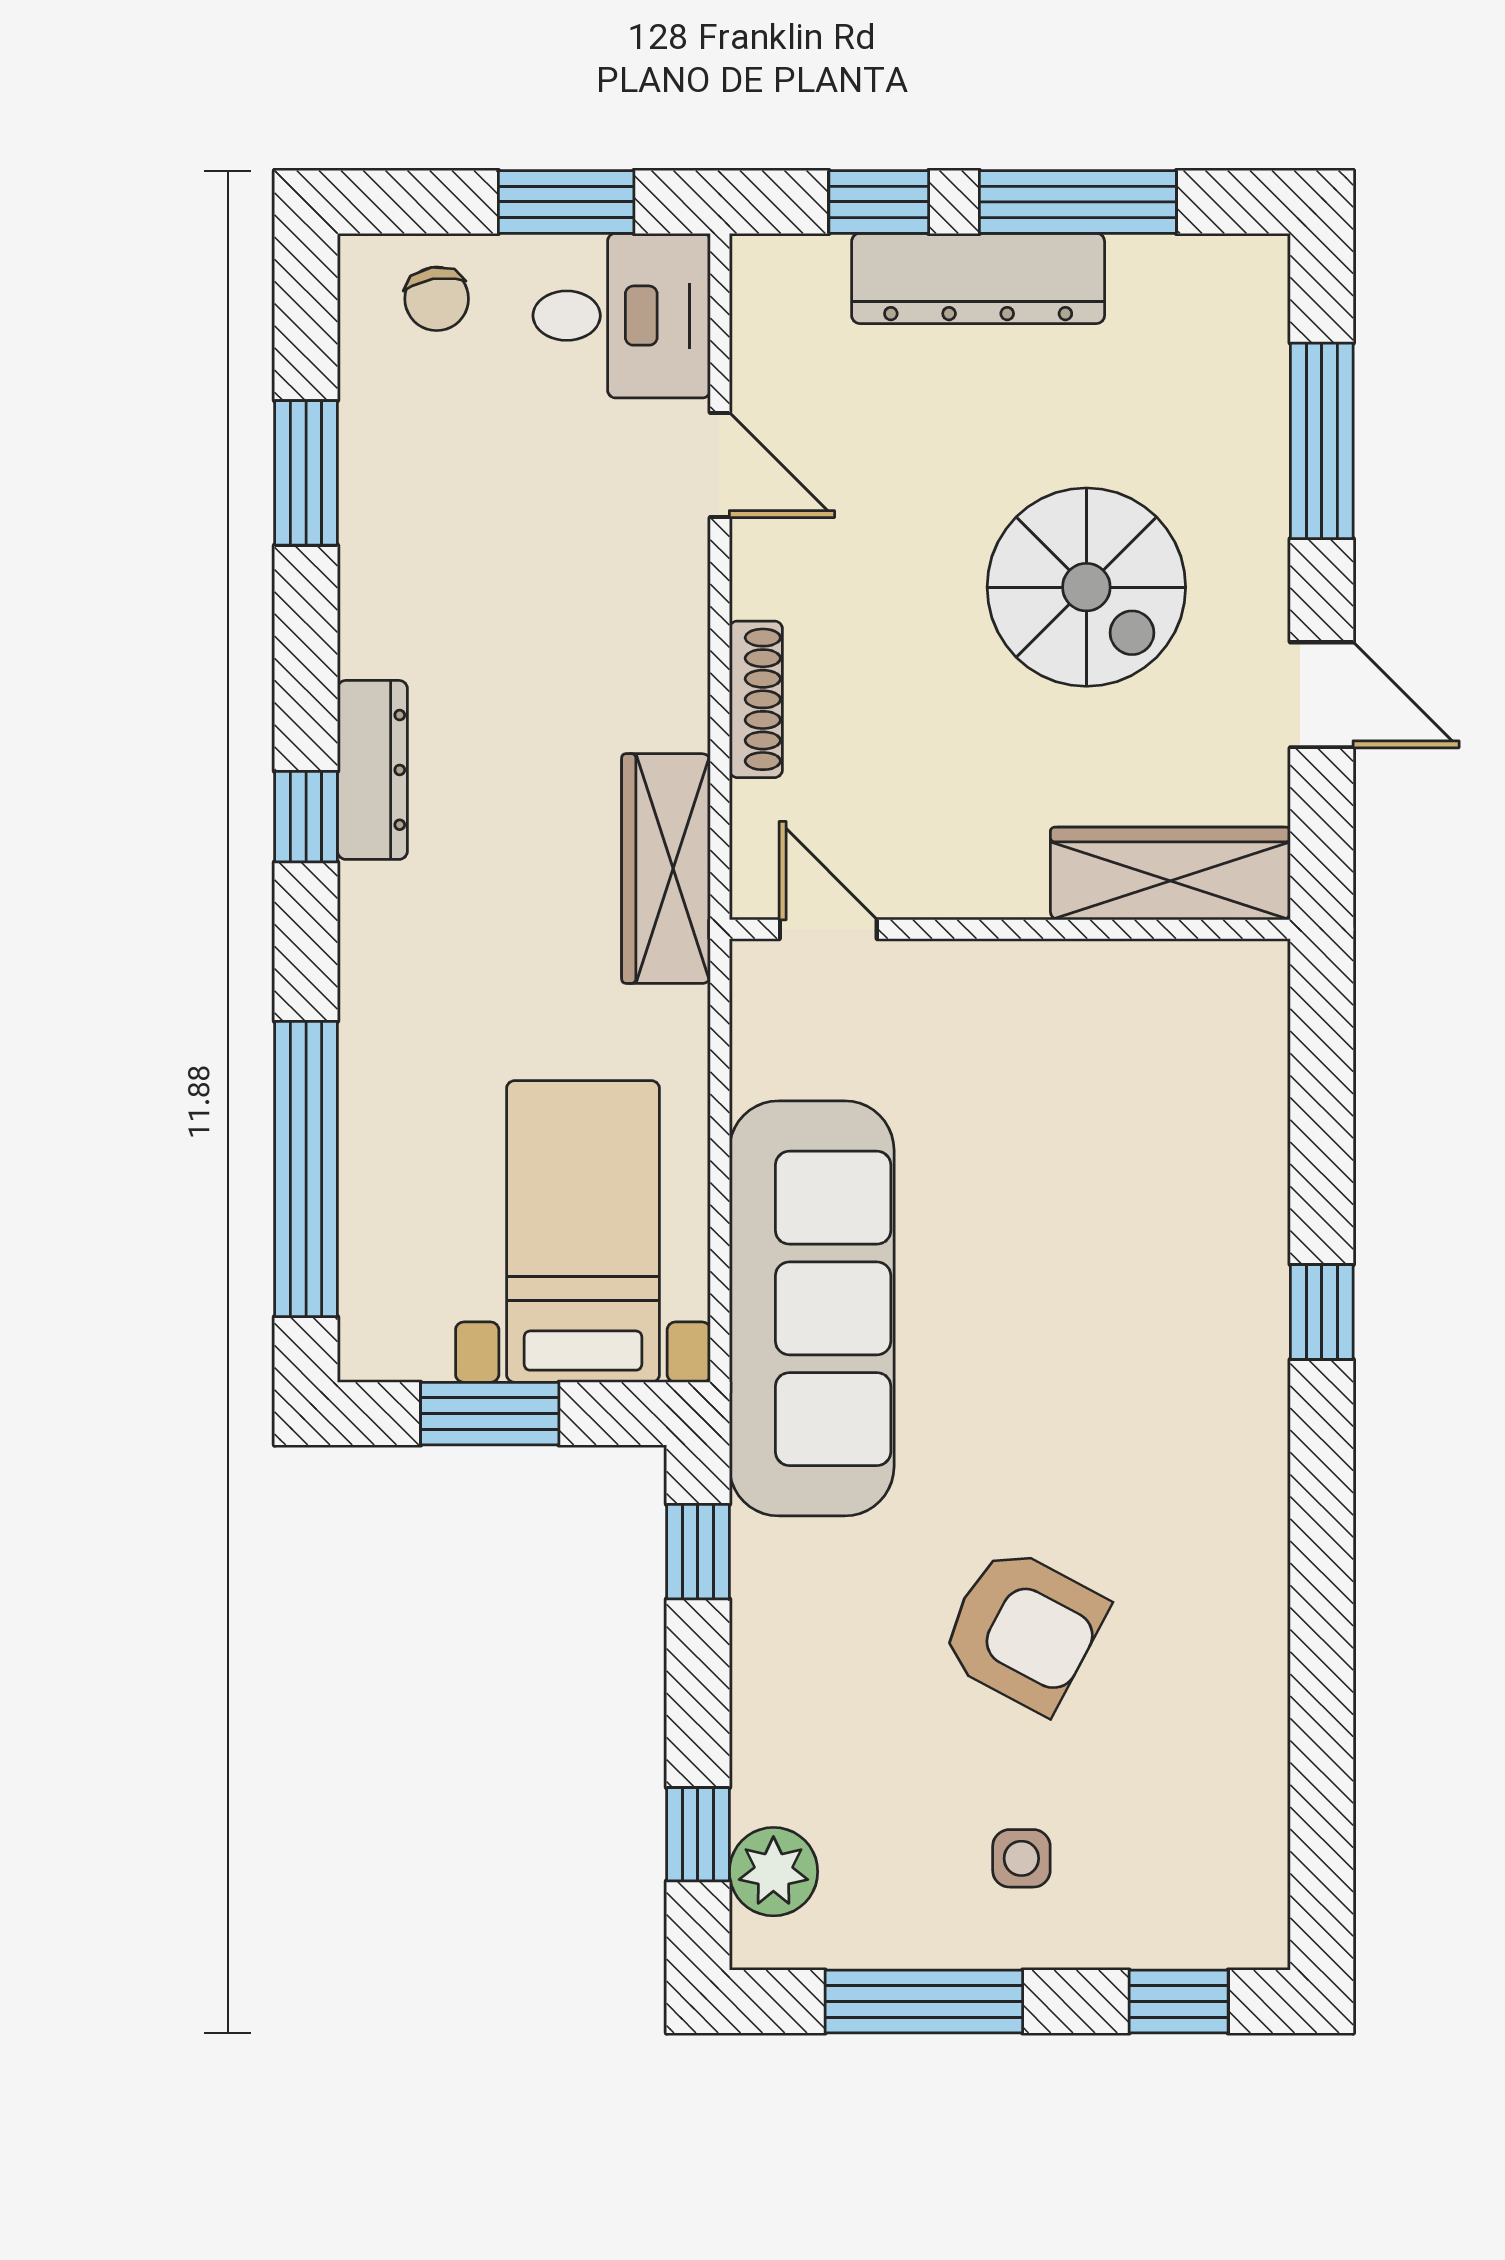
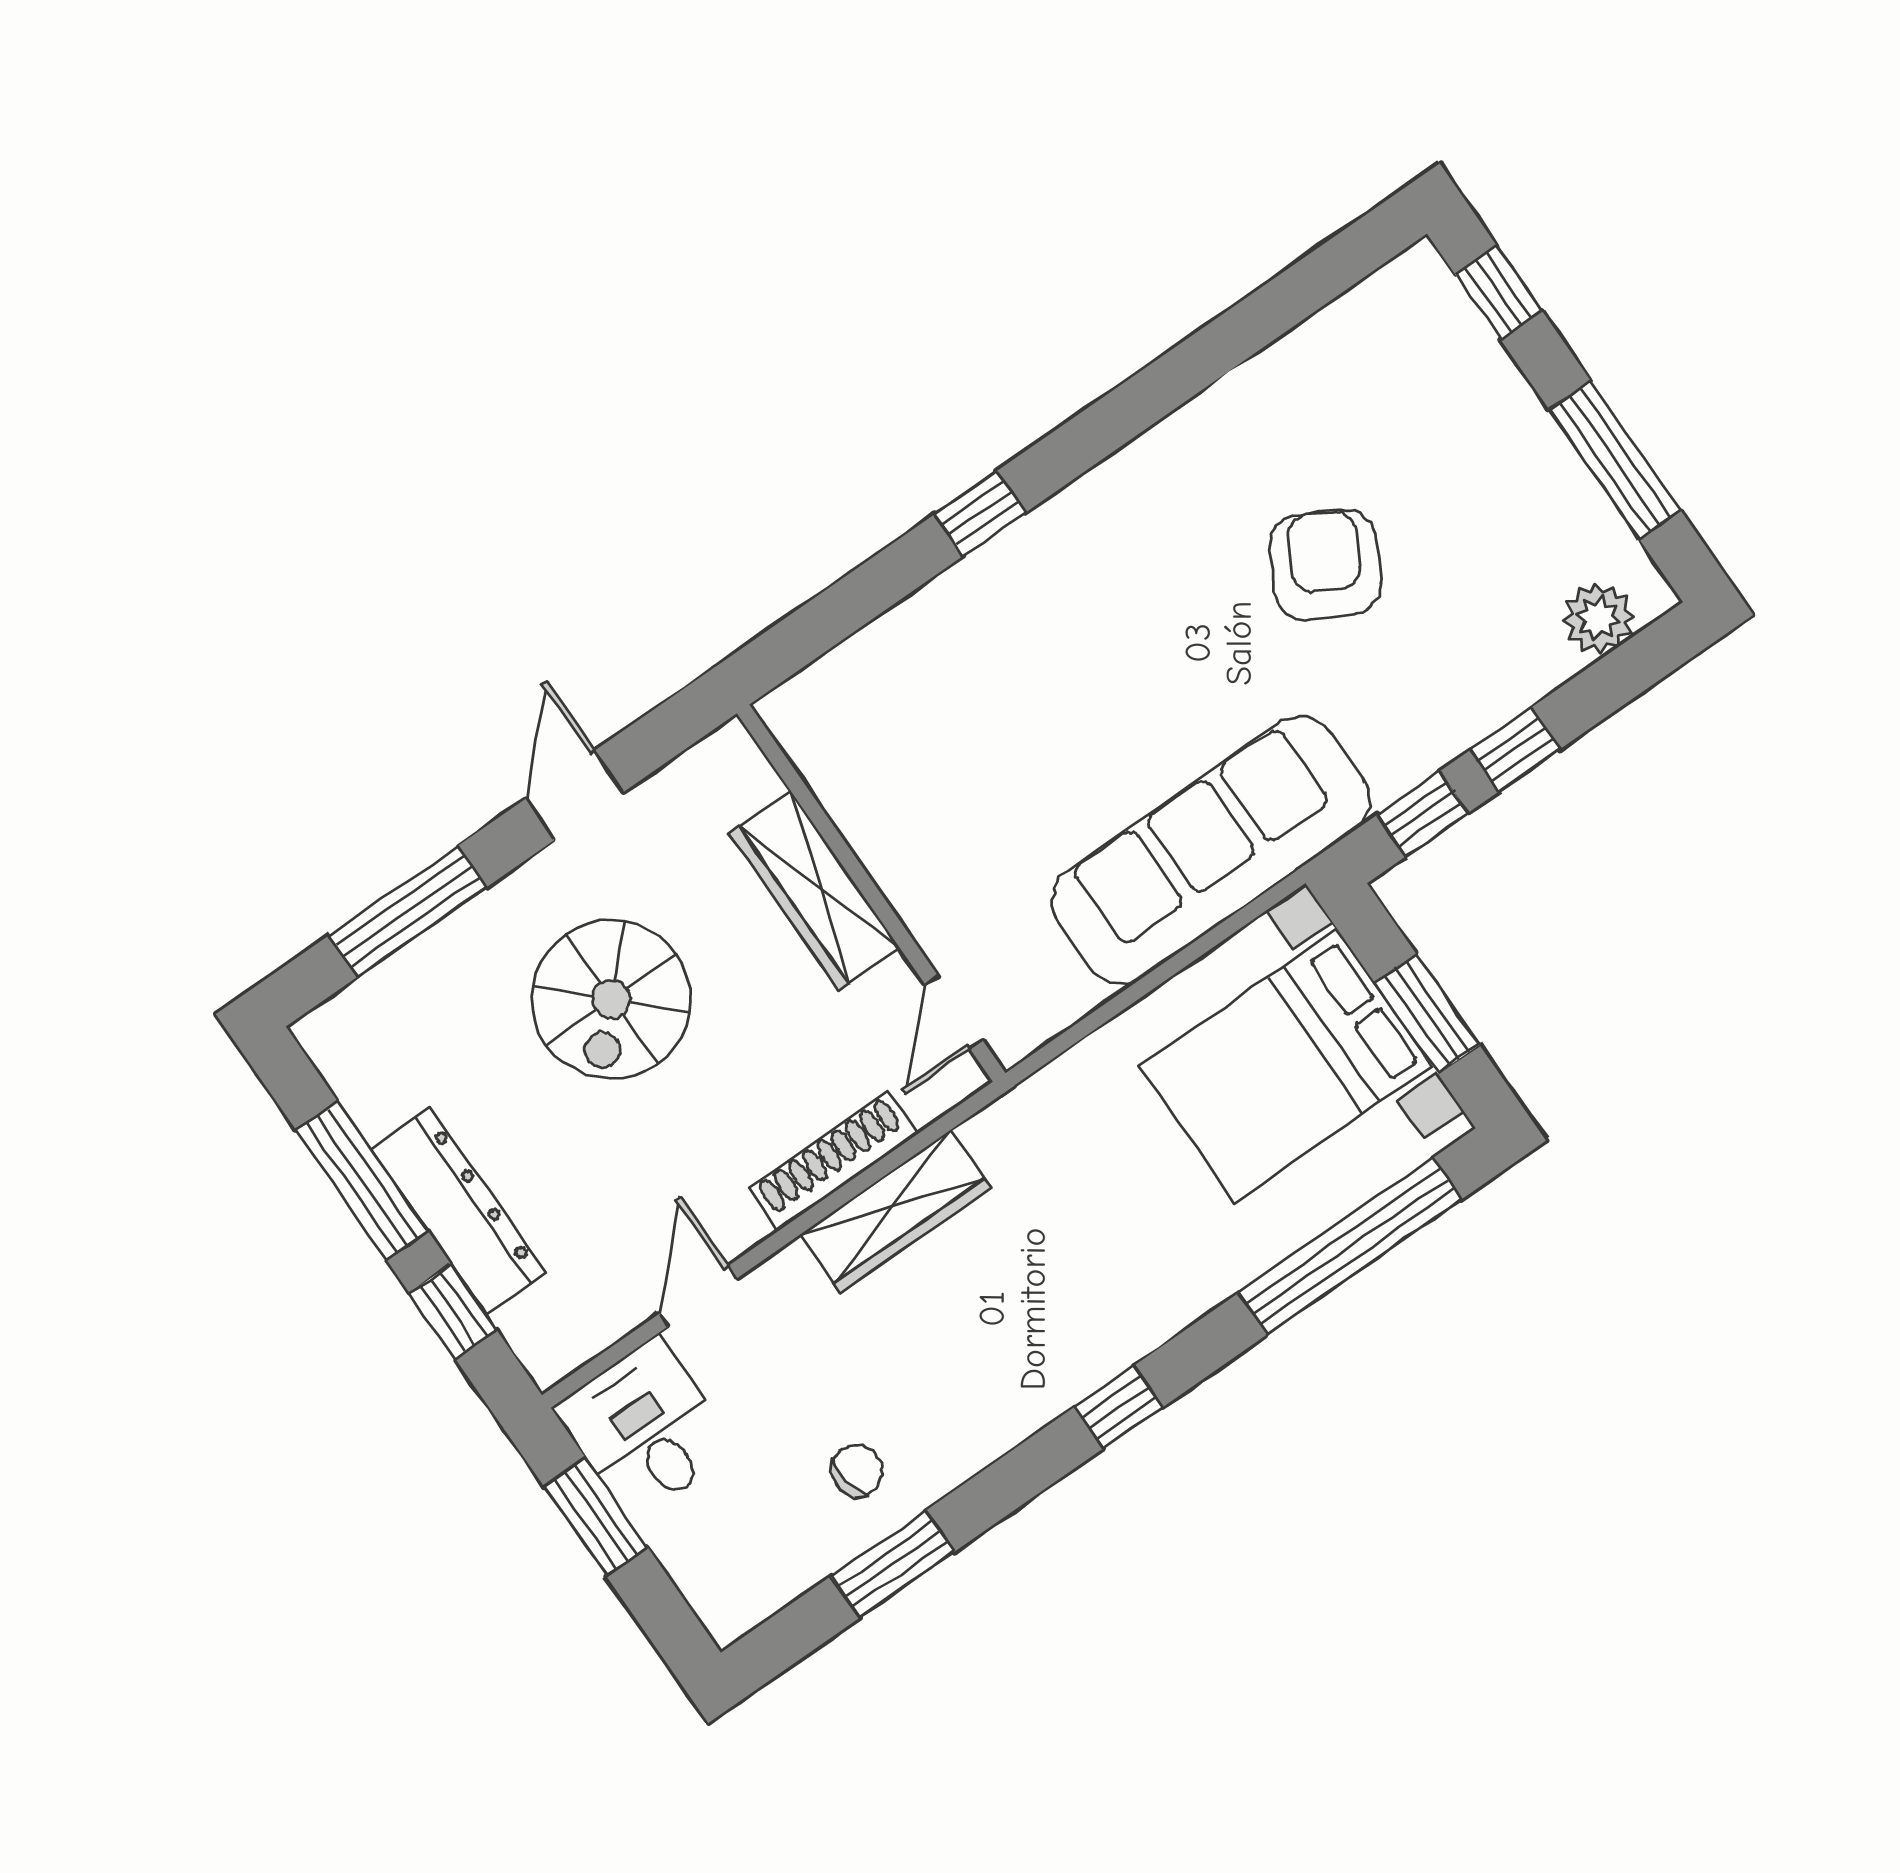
chair: (437, 299) -> (857, 1470), moved
spiral stairs: (1086, 587) -> (611, 999), turned 180
shoe rack: (756, 699) -> (833, 1161), width x1.36, depth x1.24
dresser: (372, 770) -> (1058, 1385), removed
wardrobe: (666, 869) -> (895, 1211), moved
wardrobe: (1170, 873) -> (815, 891), moved
bed with nightstands: (583, 1231) -> (1286, 1066), width x1.36
window: (698, 1834) -> (1515, 750), moved
side table: (1021, 1858) -> (1476, 461), removed

